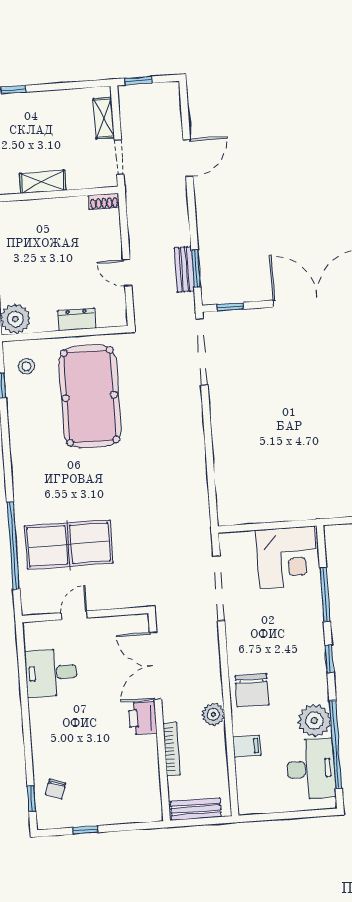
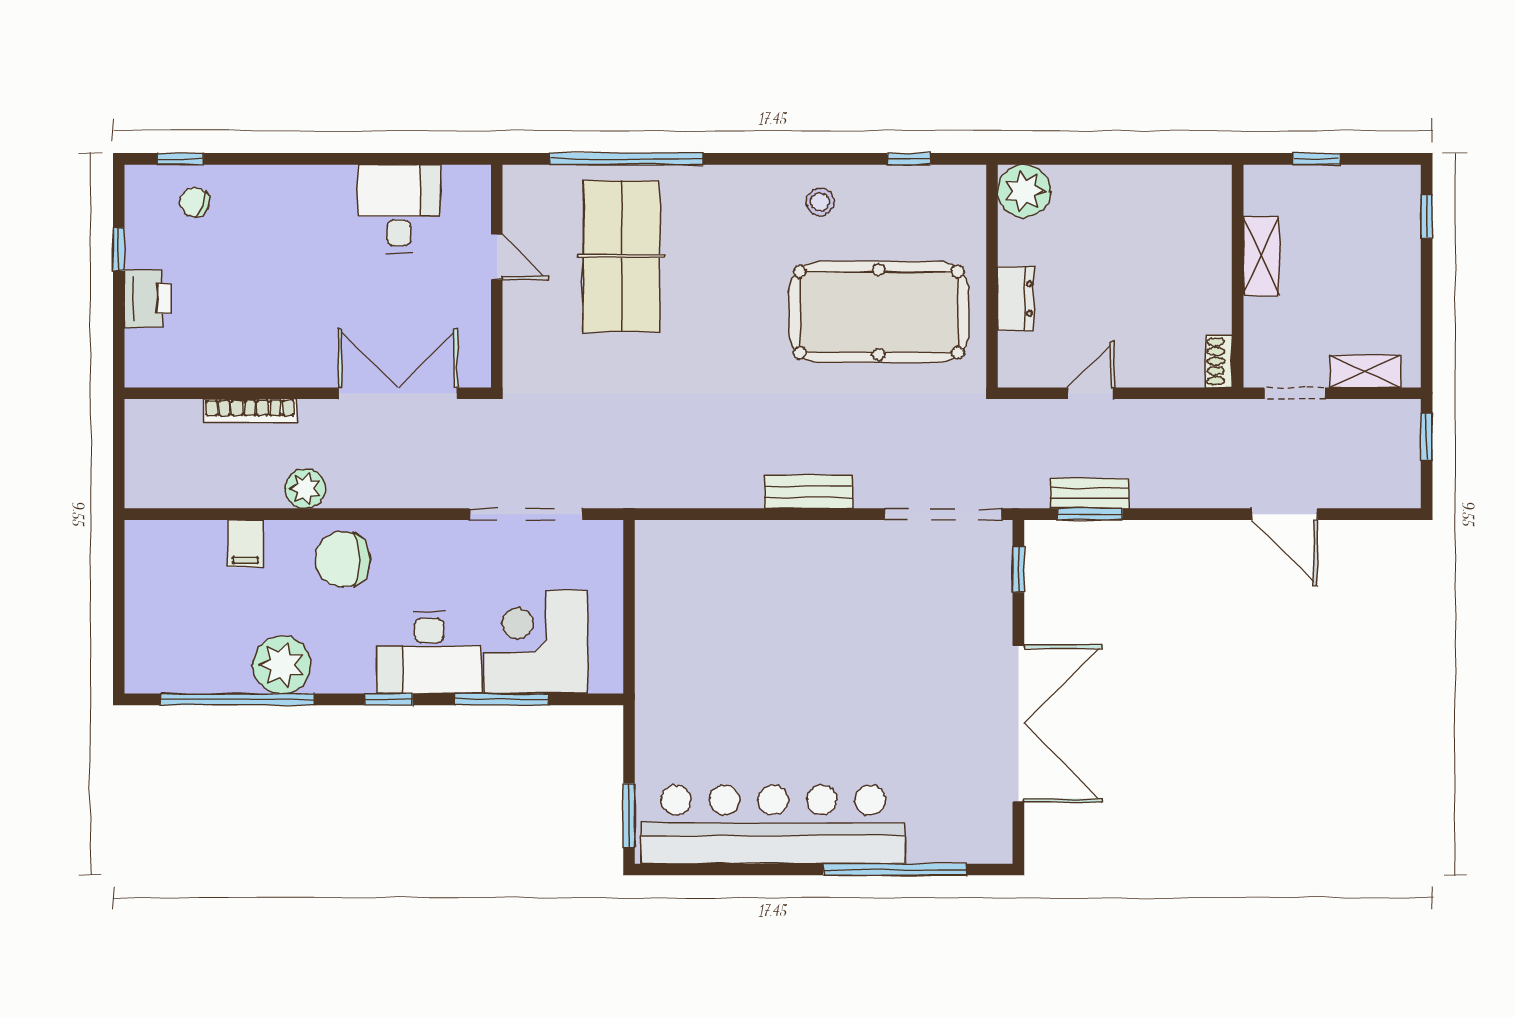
stool: (26, 366) -> (820, 202), moved
corner desk: (287, 557) -> (536, 642), moved, turned 90
printer: (143, 718) -> (148, 299), moved, turned 90
desk: (311, 769) -> (429, 653), moved
bench: (196, 809) -> (809, 492), moved, turned 90

